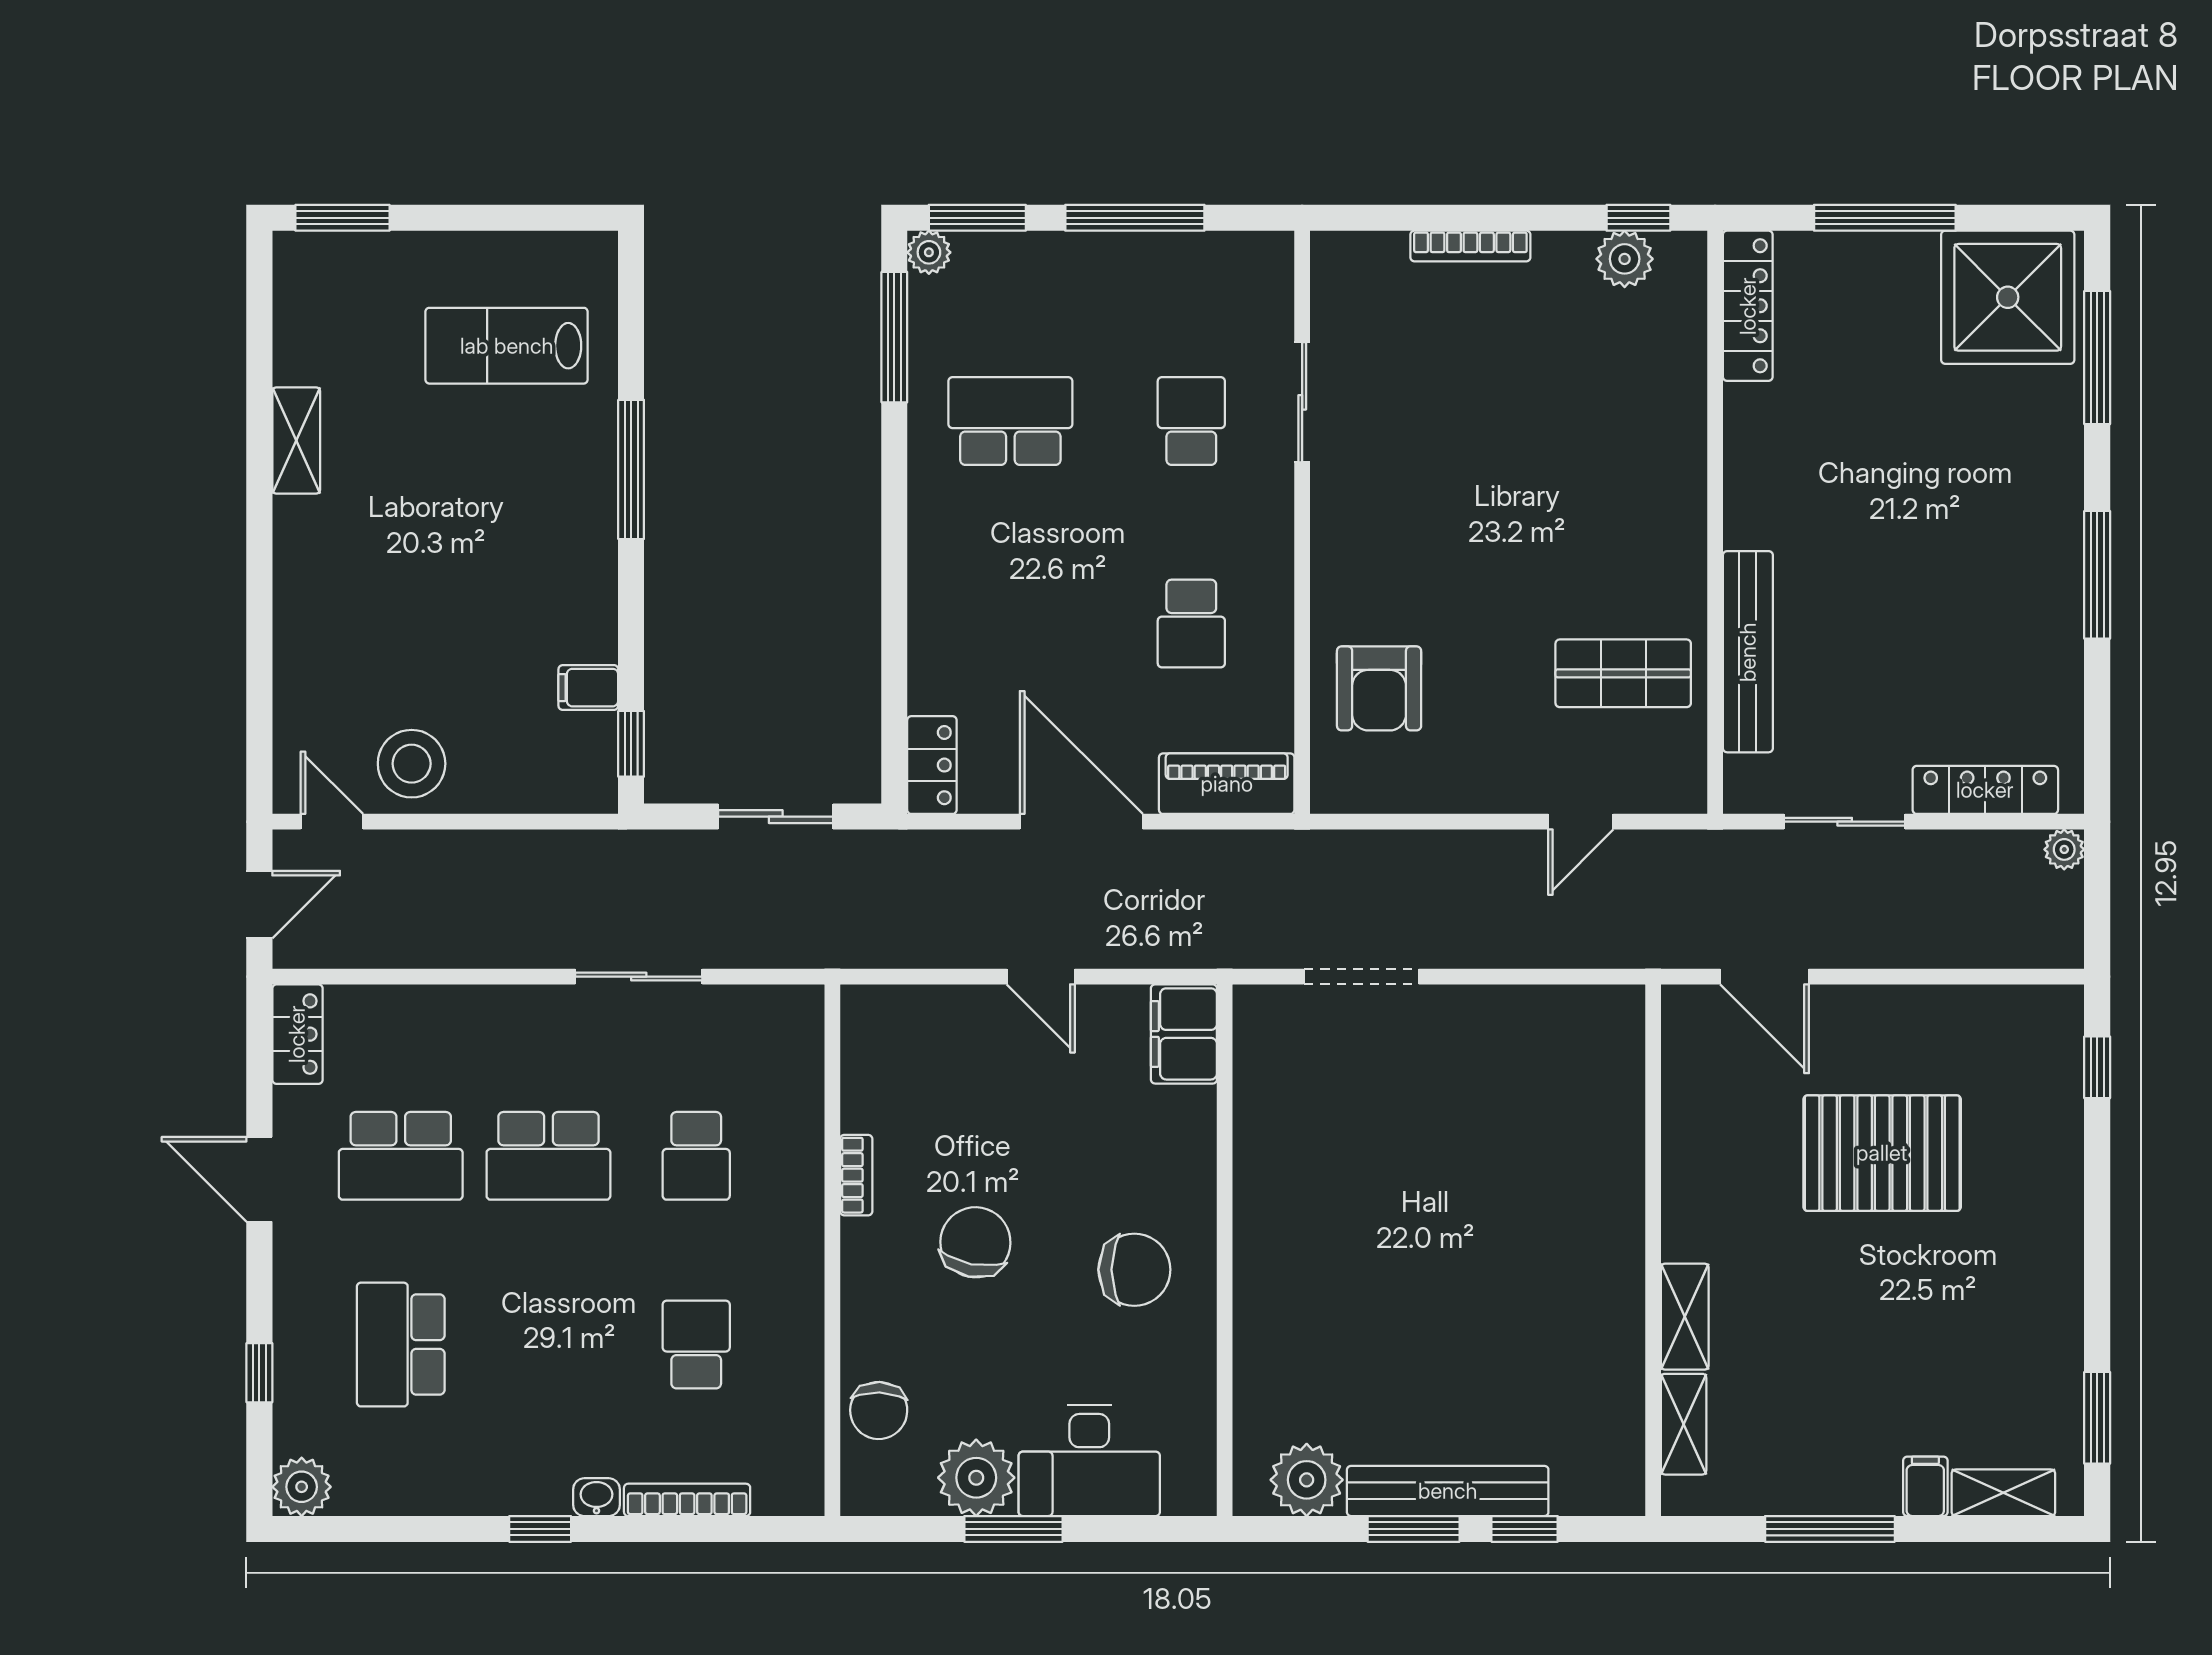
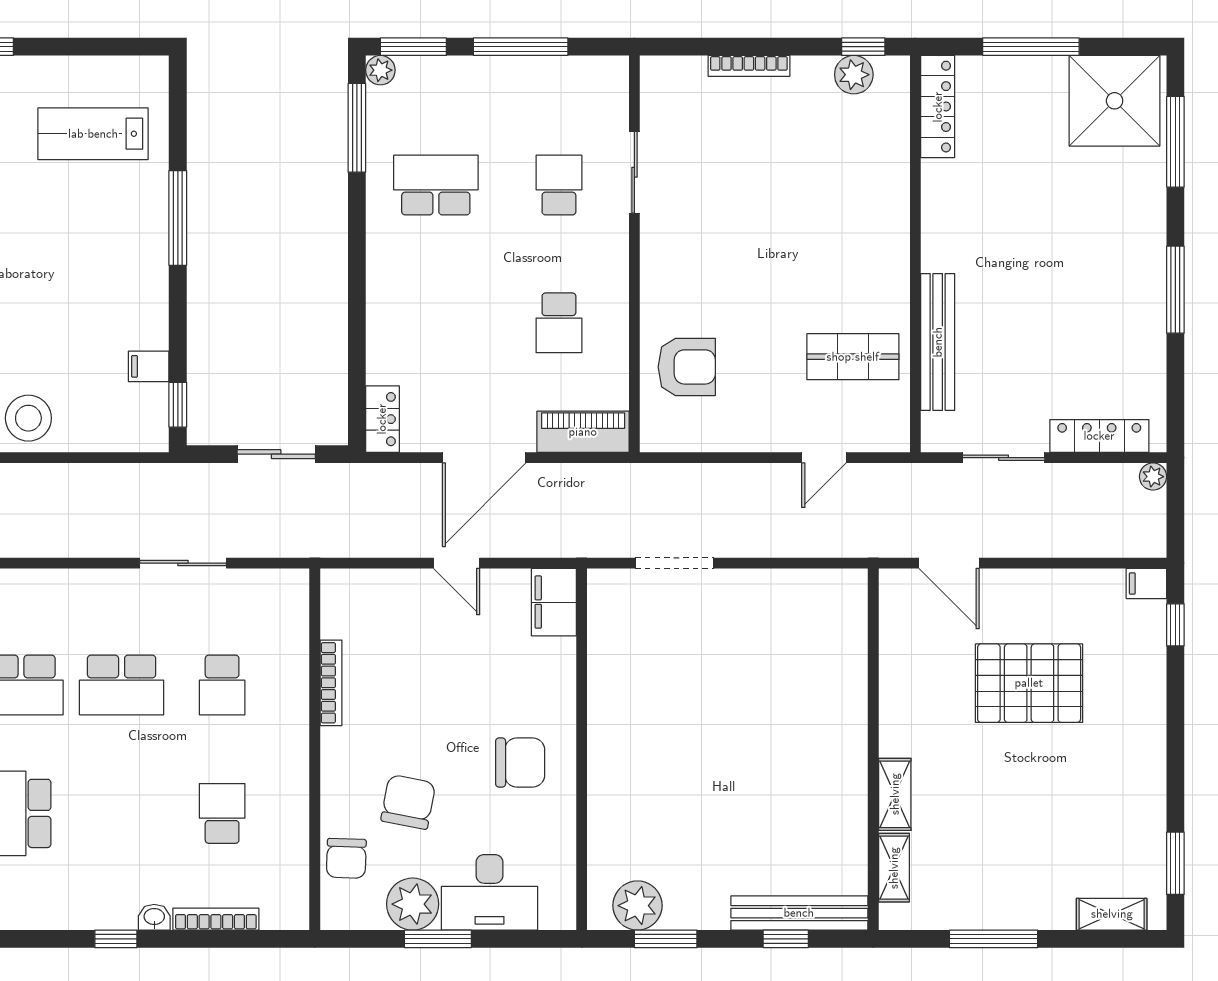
armchair: (1379, 688) -> (687, 367), turned -90
door: (1081, 822) -> (484, 458), swing flipped
bookcase: (856, 1175) -> (331, 683), width x1.56
chair: (975, 1242) -> (408, 802), moved
filing cabinet: (1925, 1486) -> (1146, 583), moved, turned -90
bench: (1448, 1491) -> (799, 913), moved
window: (1414, 1529) -> (666, 939), moved

